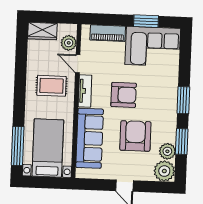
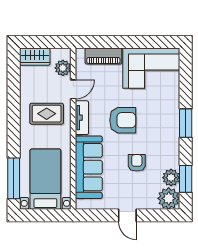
window: (146, 21) -> (143, 42), removed
door: (78, 64) -> (73, 89), swing flipped
armchair: (135, 136) -> (137, 163), width x0.53, depth x0.53
window: (182, 142) -> (186, 179), moved

